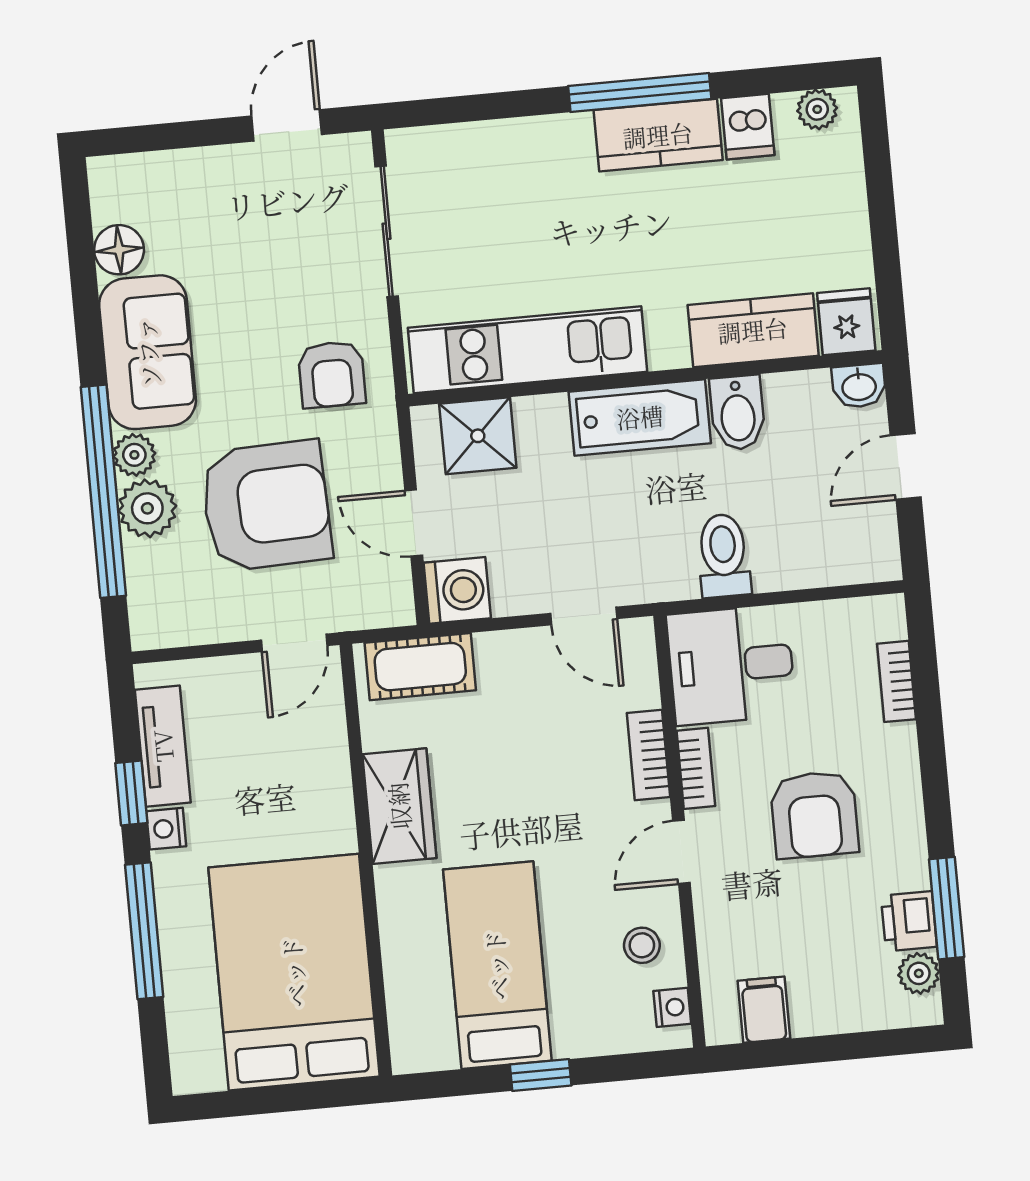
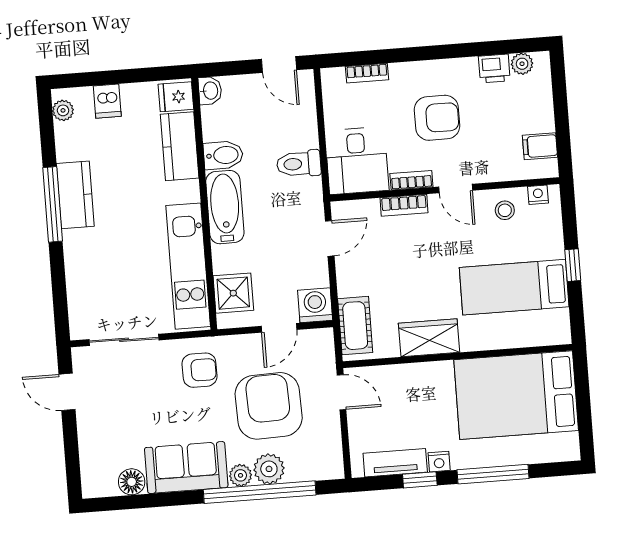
dishwasher: (748, 127) -> (107, 101), moved, turned 90
door: (906, 466) -> (279, 64), moved
window: (947, 908) -> (488, 48), removed

